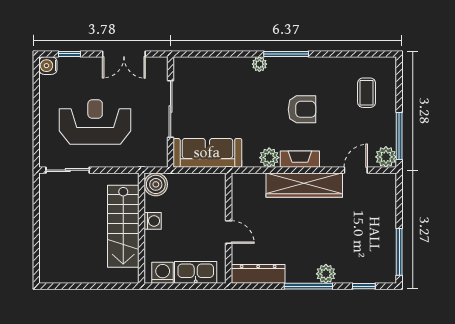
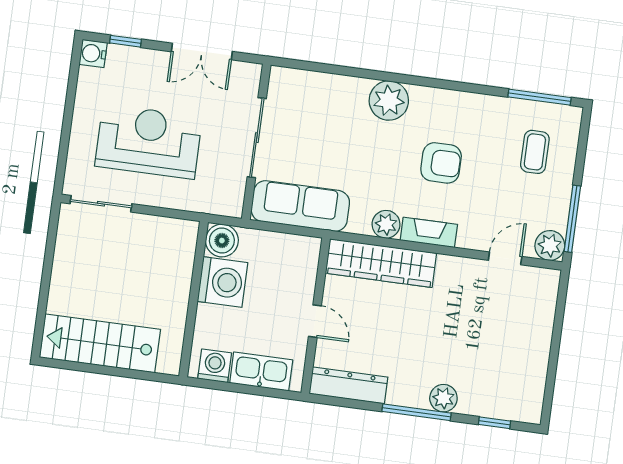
window: (286, 54) -> (540, 97), moved
plant: (259, 64) -> (389, 101), width x1.88, depth x1.88
wardrobe: (304, 185) -> (381, 263), moved
washing machine: (153, 221) -> (223, 282), width x1.89, depth x1.89
stairs: (123, 226) -> (100, 343), moved, turned 90
window: (399, 252) -> (550, 381), removed

